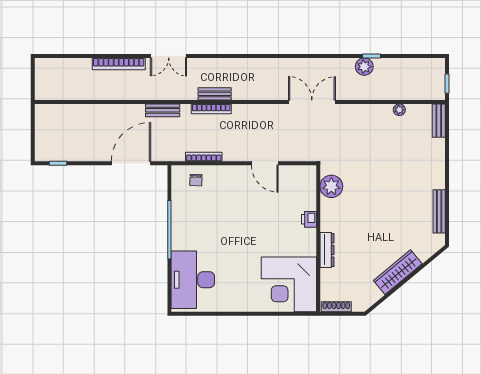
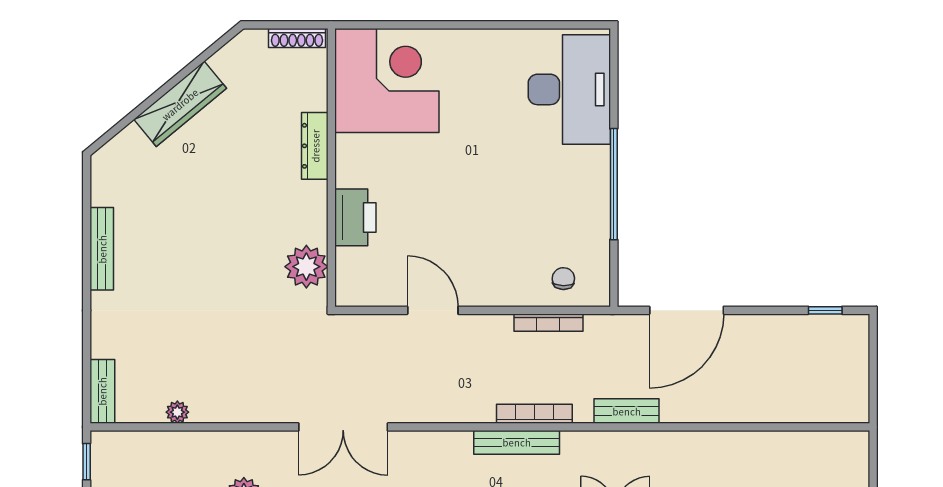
bench: (215, 94) -> (517, 442), width x1.36
bench: (439, 211) -> (102, 249), moved
printer: (309, 219) -> (355, 217), width x1.87, depth x1.48

